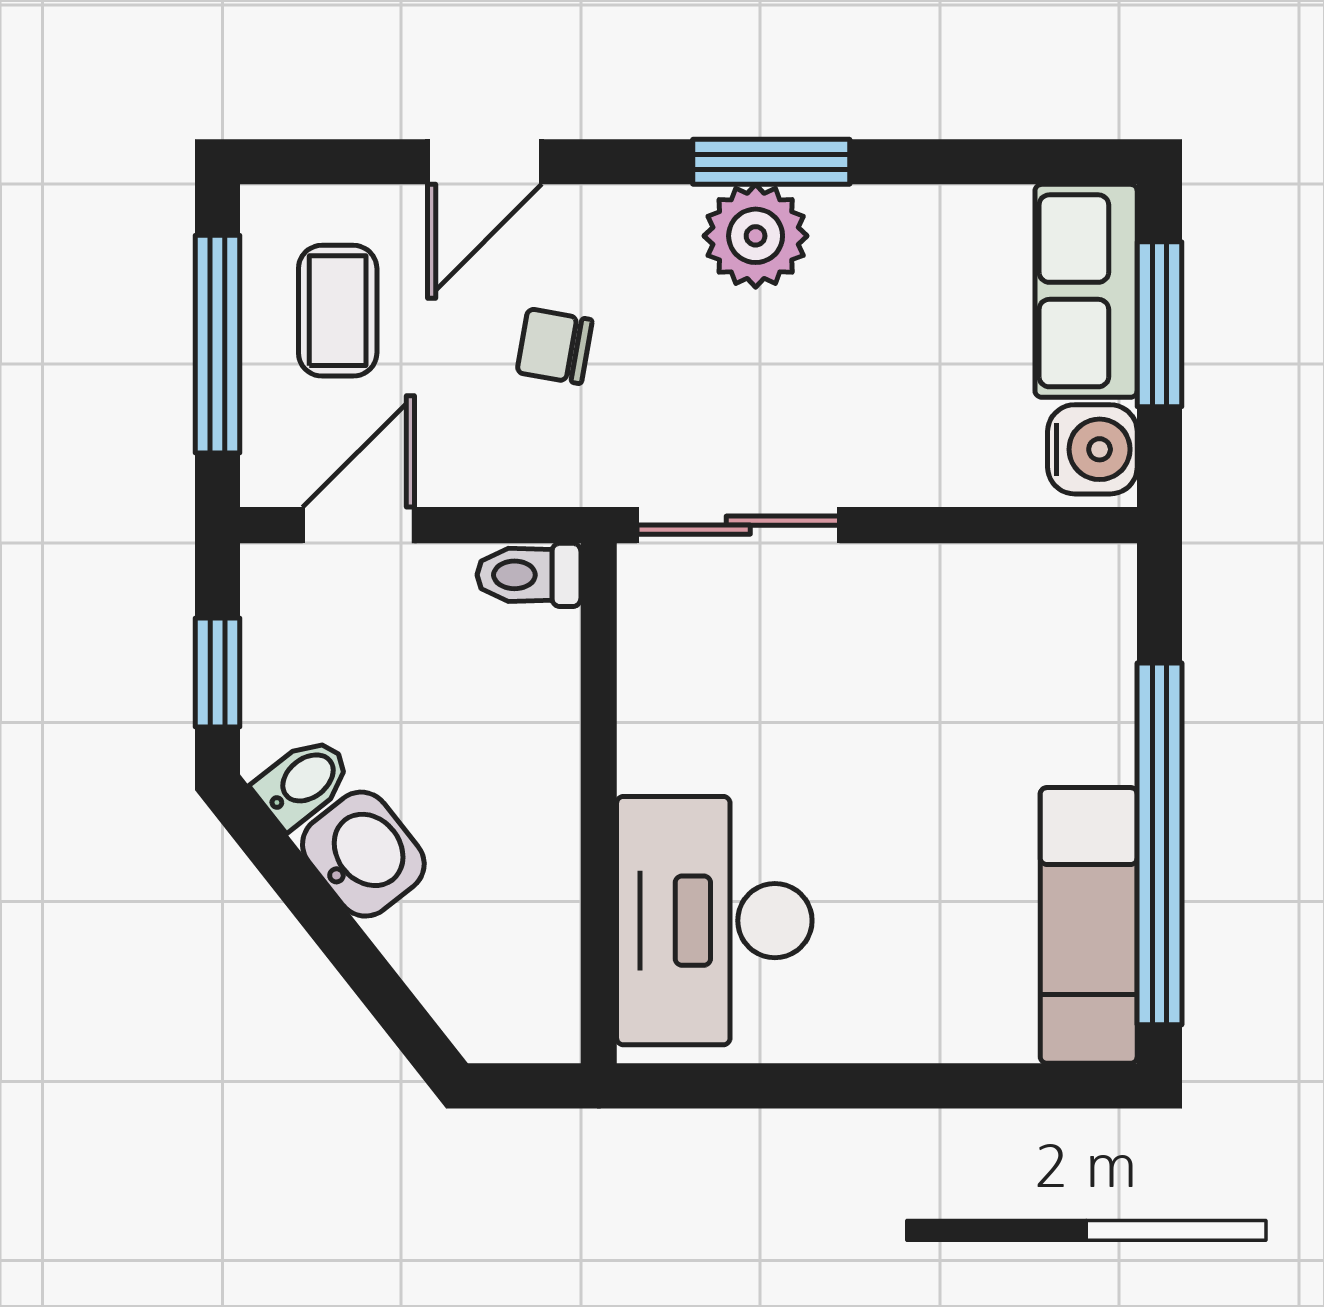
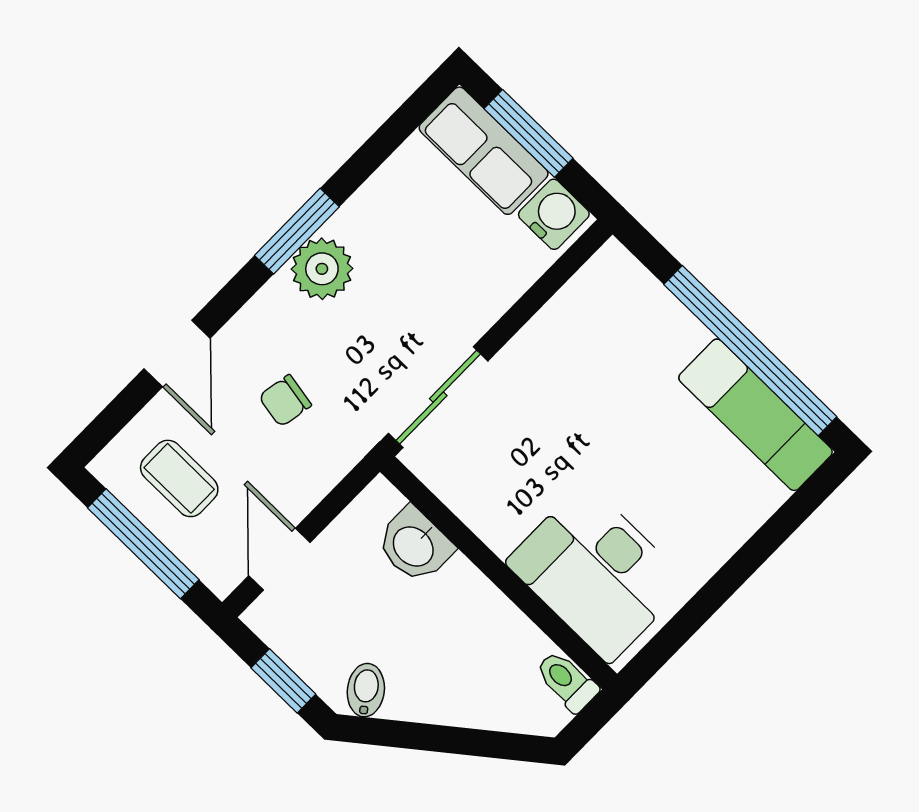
toilet: (529, 575) -> (567, 681), moved, turned 90
washbasin: (363, 854) -> (414, 545), moved, turned -142

